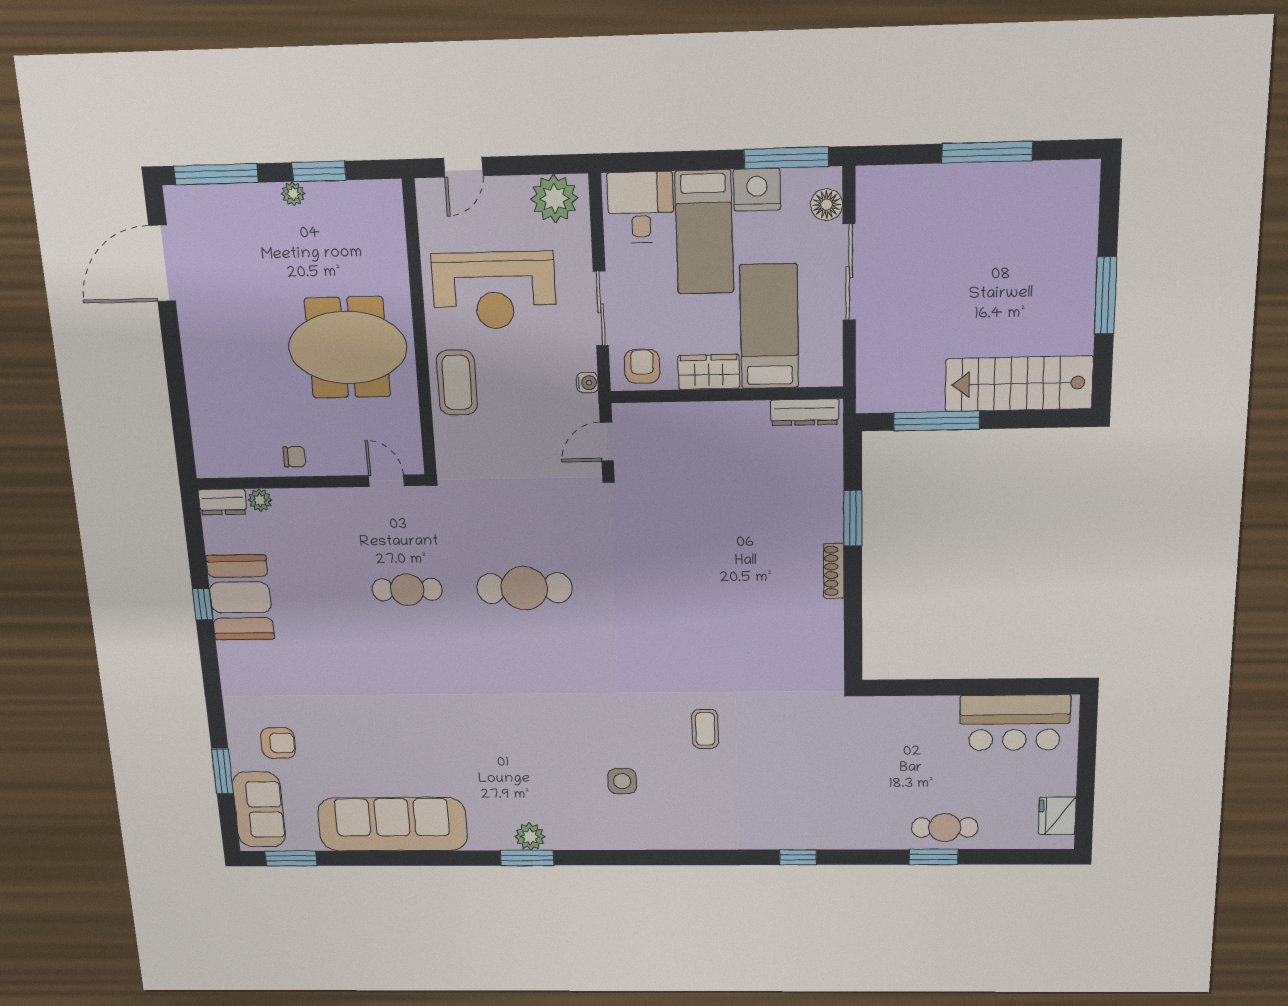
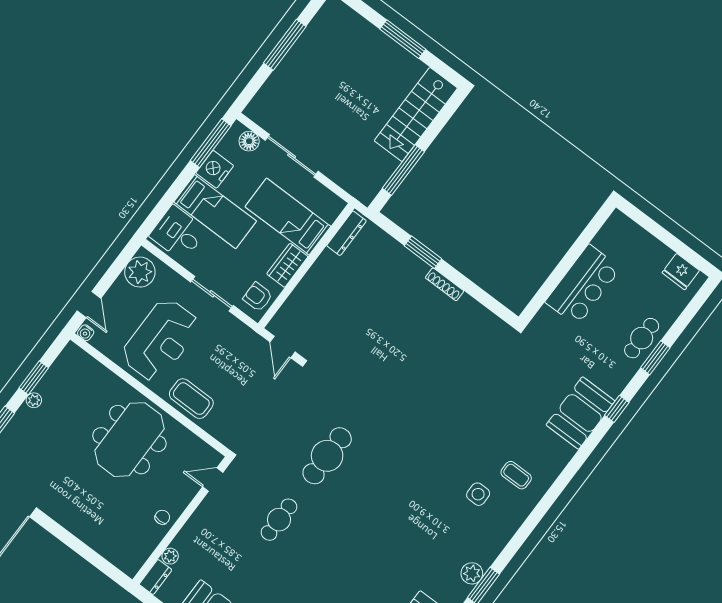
water cooler: (587, 383) -> (86, 333), moved, turned 180
bar counter: (1015, 723) -> (583, 285), moved
coffee table: (705, 729) -> (516, 475), moved
booth: (805, 823) -> (581, 413), added
window: (798, 857) -> (617, 409), moved

